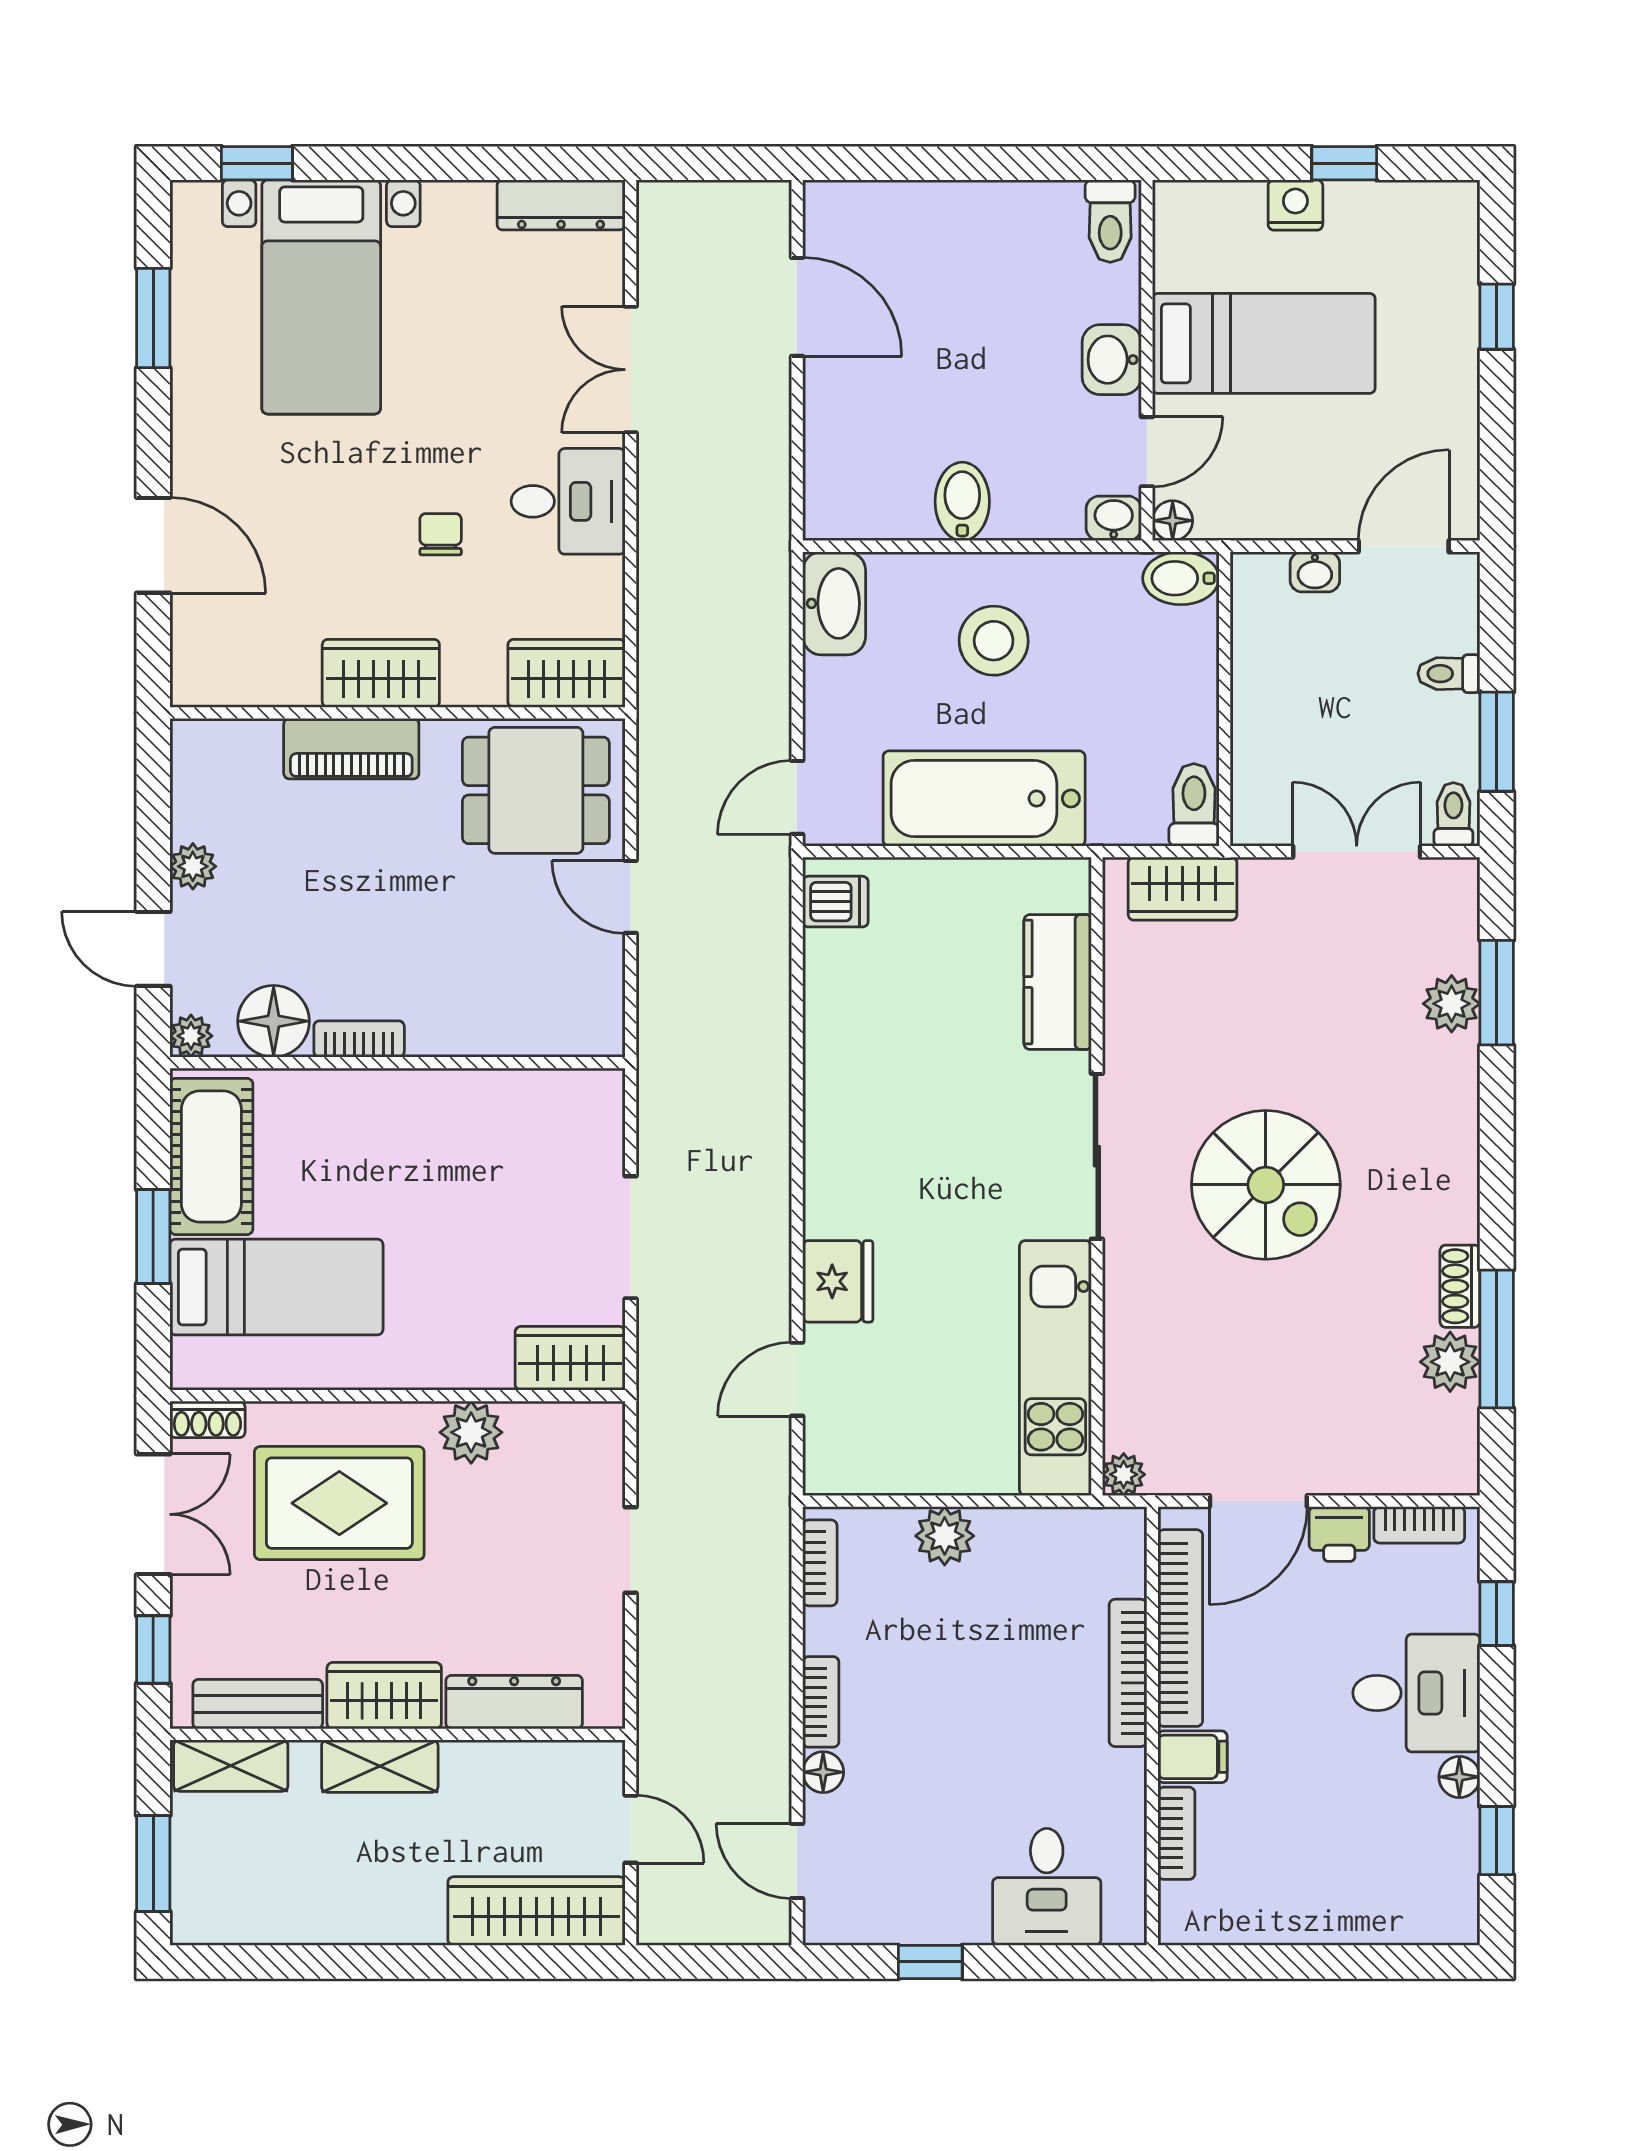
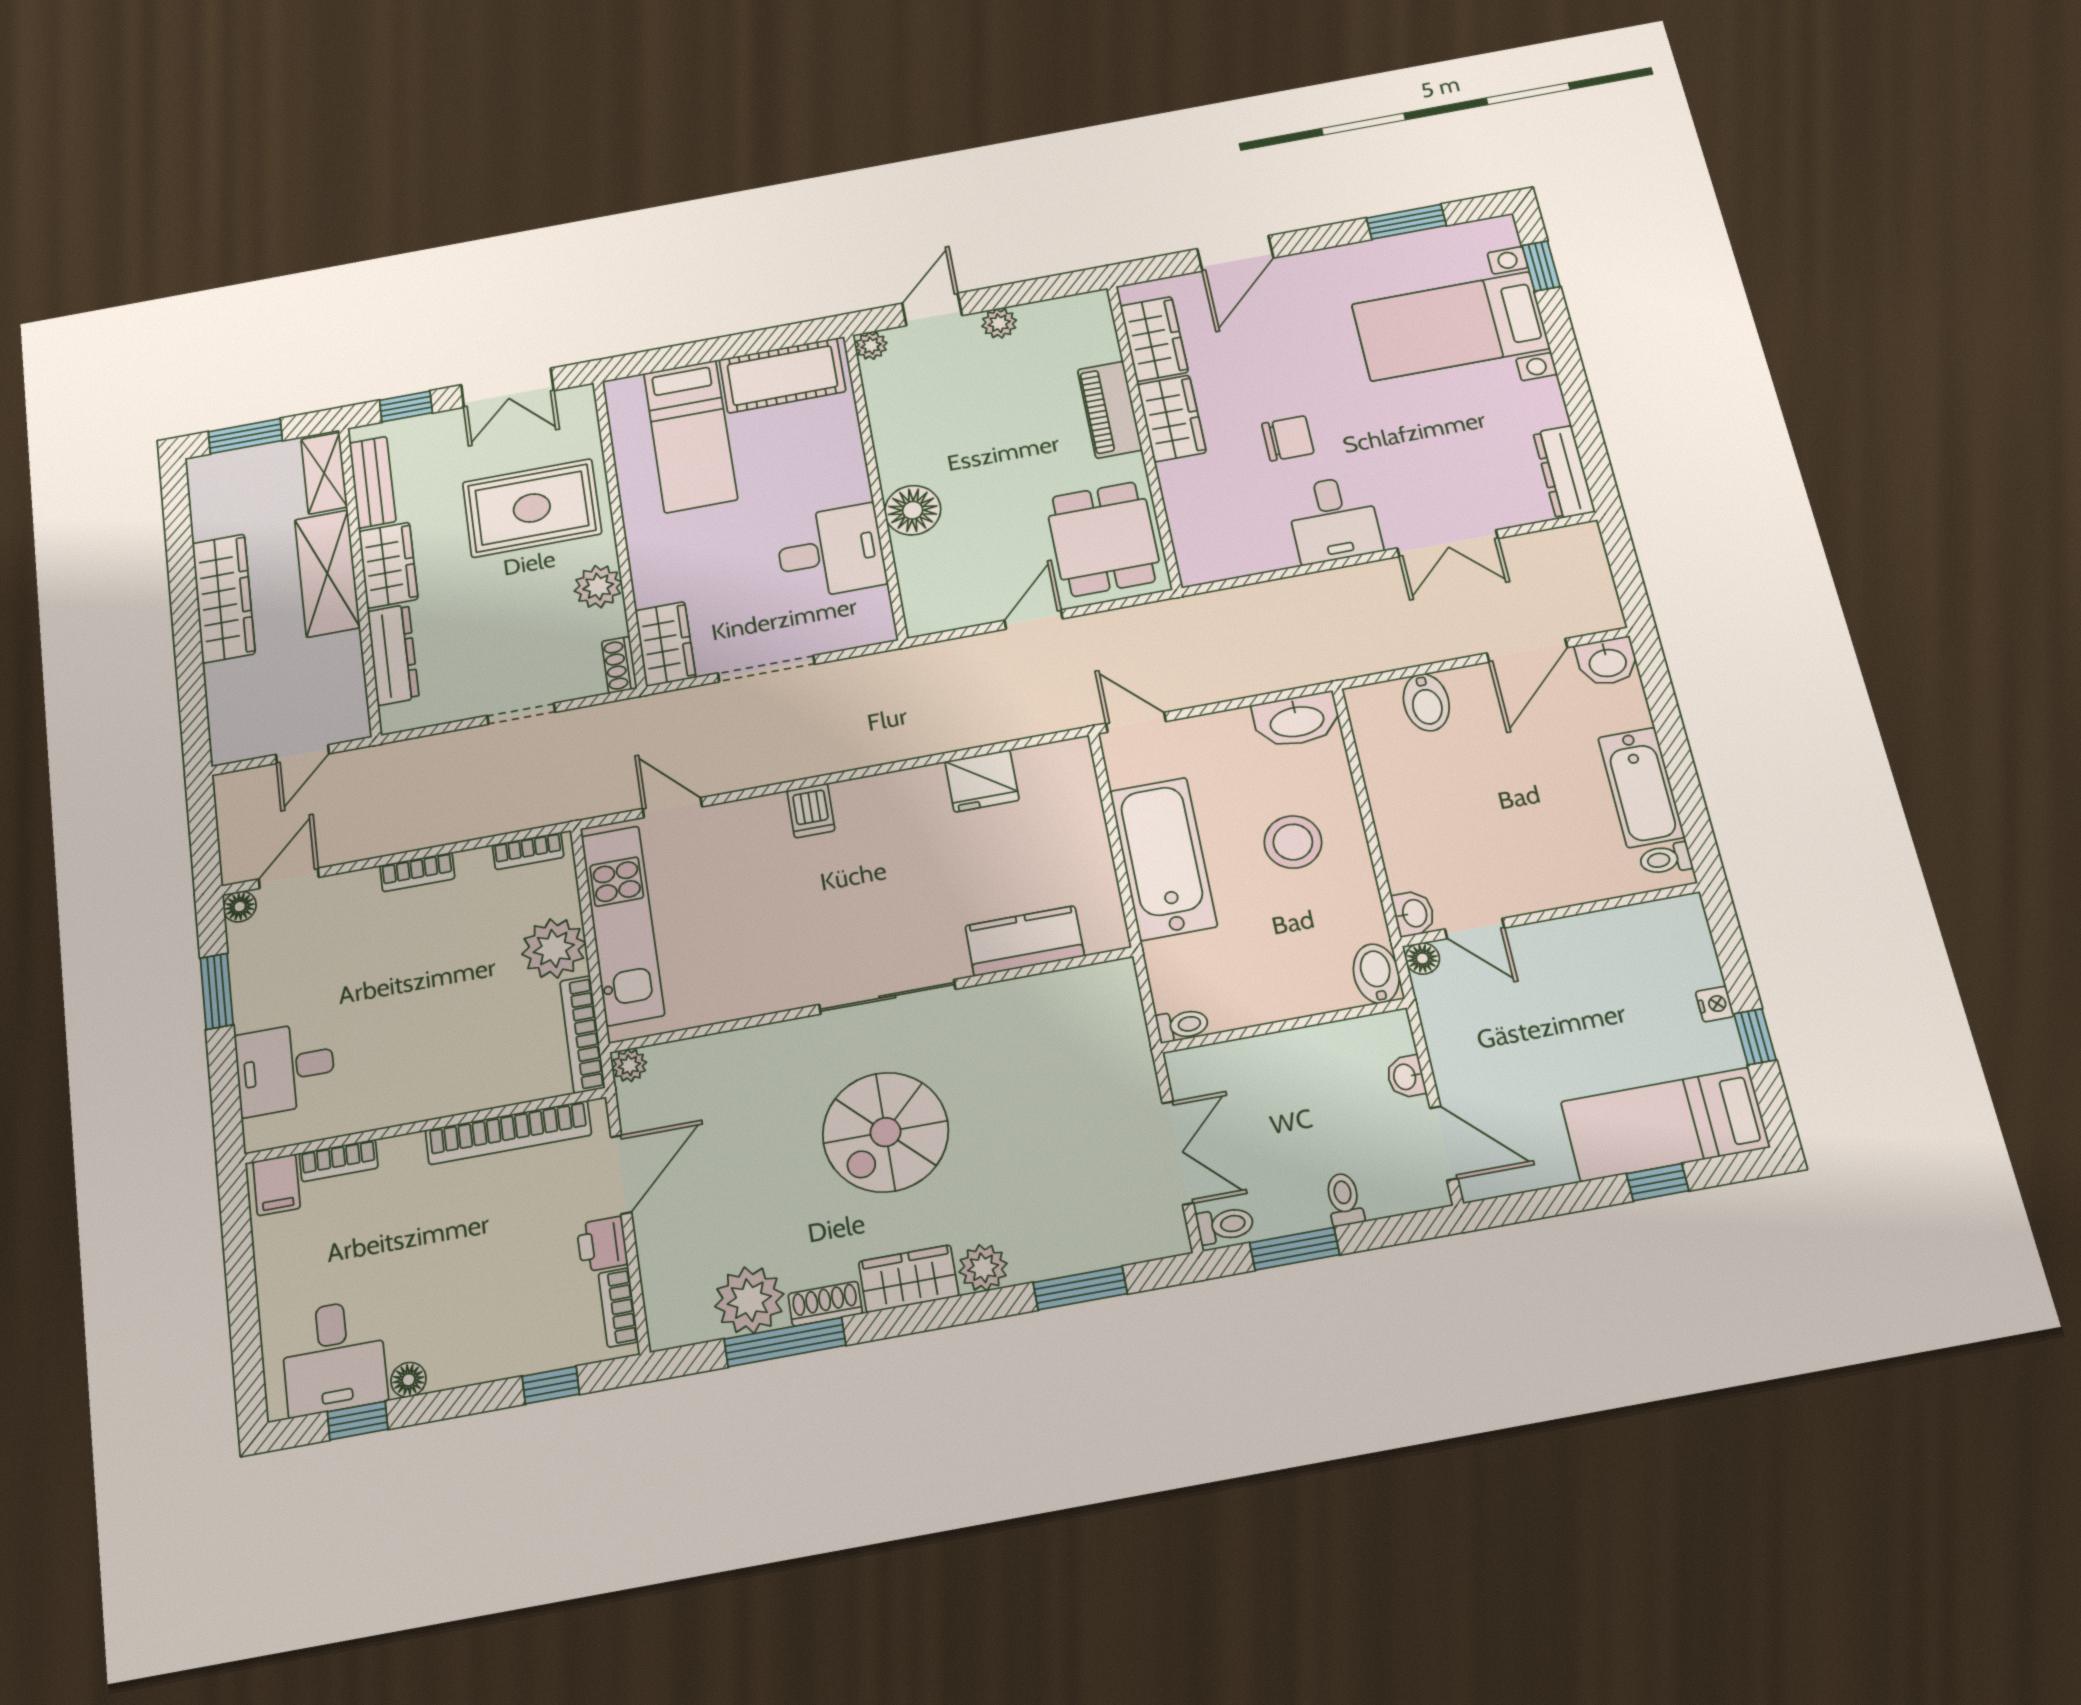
nightstand: (1295, 205) -> (1715, 1004), width x0.72, depth x0.74
bathtub: (1006, 215) -> (1641, 787), added
toilet: (1110, 221) -> (1665, 859), width x0.73, depth x0.72
bed: (1264, 343) -> (1665, 1124), moved, turned 90
washbasin: (1112, 360) -> (1607, 662), moved, turned 180
double door: (631, 370) -> (1448, 543), swing flipped
bidet: (962, 501) -> (1426, 702), moved, turned 90
chair: (441, 534) -> (1288, 438), width x1.37, depth x1.37
wardrobe: (566, 673) -> (1154, 339), moved
toilet: (1194, 805) -> (1182, 1025), width x0.73, depth x0.72
wardrobe: (1183, 889) -> (909, 1279), moved, turned 90
dishwasher: (835, 902) -> (811, 811), moved
plant: (1452, 1004) -> (983, 1268), moved
floor lamp: (274, 1021) -> (913, 510), moved
bookcase: (359, 1039) -> (889, 456), removed
desk: (483, 1133) -> (831, 552), added
window: (153, 1236) -> (716, 349), removed
fridge: (838, 1281) -> (982, 781), moved
plant: (1450, 1362) -> (749, 1300), width x1.36, depth x1.36
kitchen unit: (1055, 1368) -> (623, 925), moved, turned 90
shoe rack: (207, 1419) -> (619, 665), moved
door: (1258, 1501) -> (621, 1175), swing flipped
rug: (339, 1503) -> (532, 508), turned 90
plant: (945, 1536) -> (554, 948), width x1.36, depth x1.36
bookcase: (1128, 1673) -> (582, 1034), moved, turned -90
desk: (1416, 1693) -> (334, 1357), moved
filing cabinet: (1193, 1757) -> (277, 1185), moved
shelving: (380, 1766) -> (327, 573), width x1.50, depth x1.33
floor lamp: (823, 1772) -> (240, 907), moved
wardrobe: (536, 1911) -> (224, 598), moved
window: (930, 1962) -> (217, 991), width x1.50

